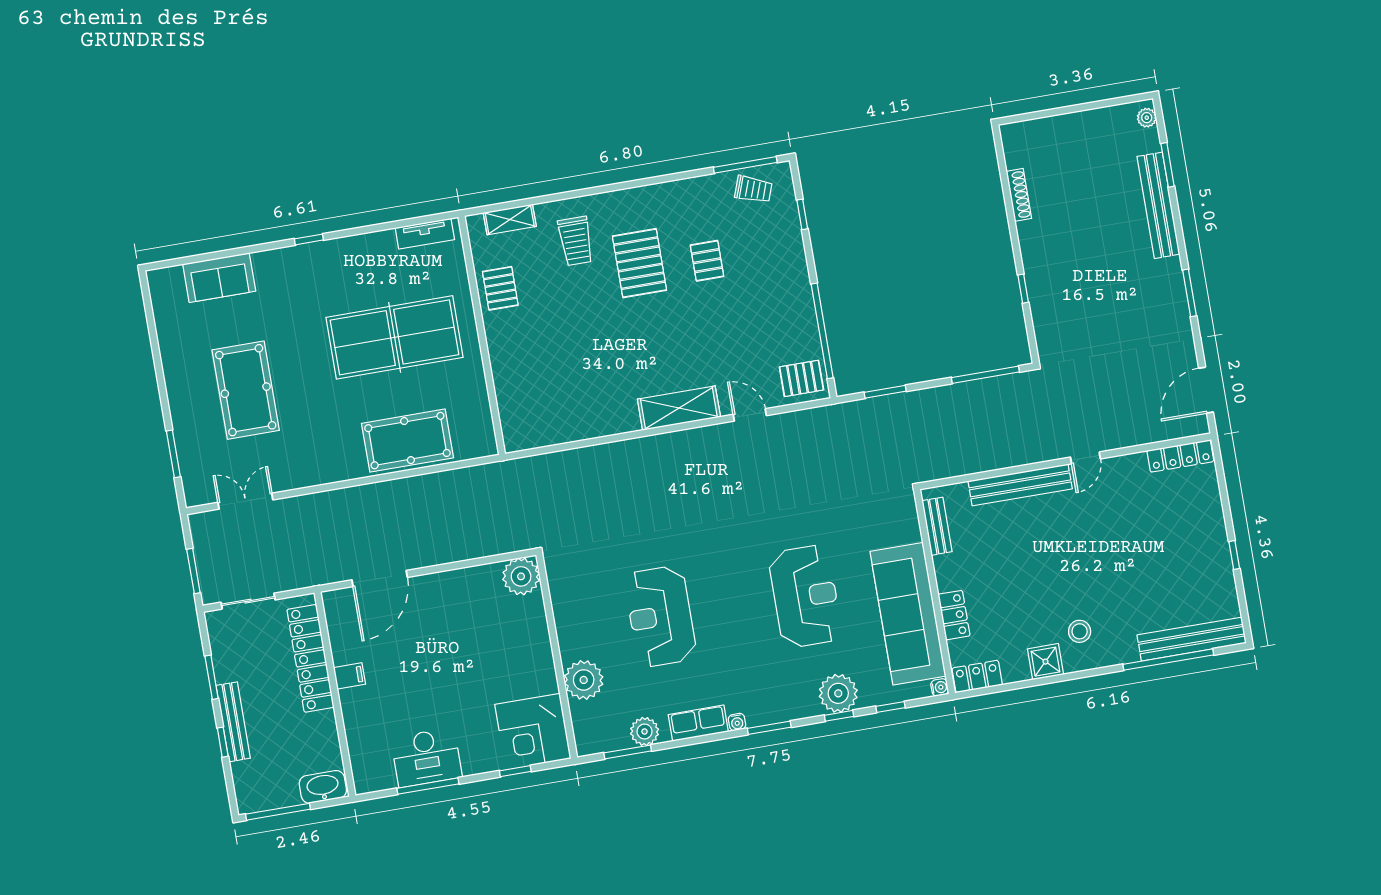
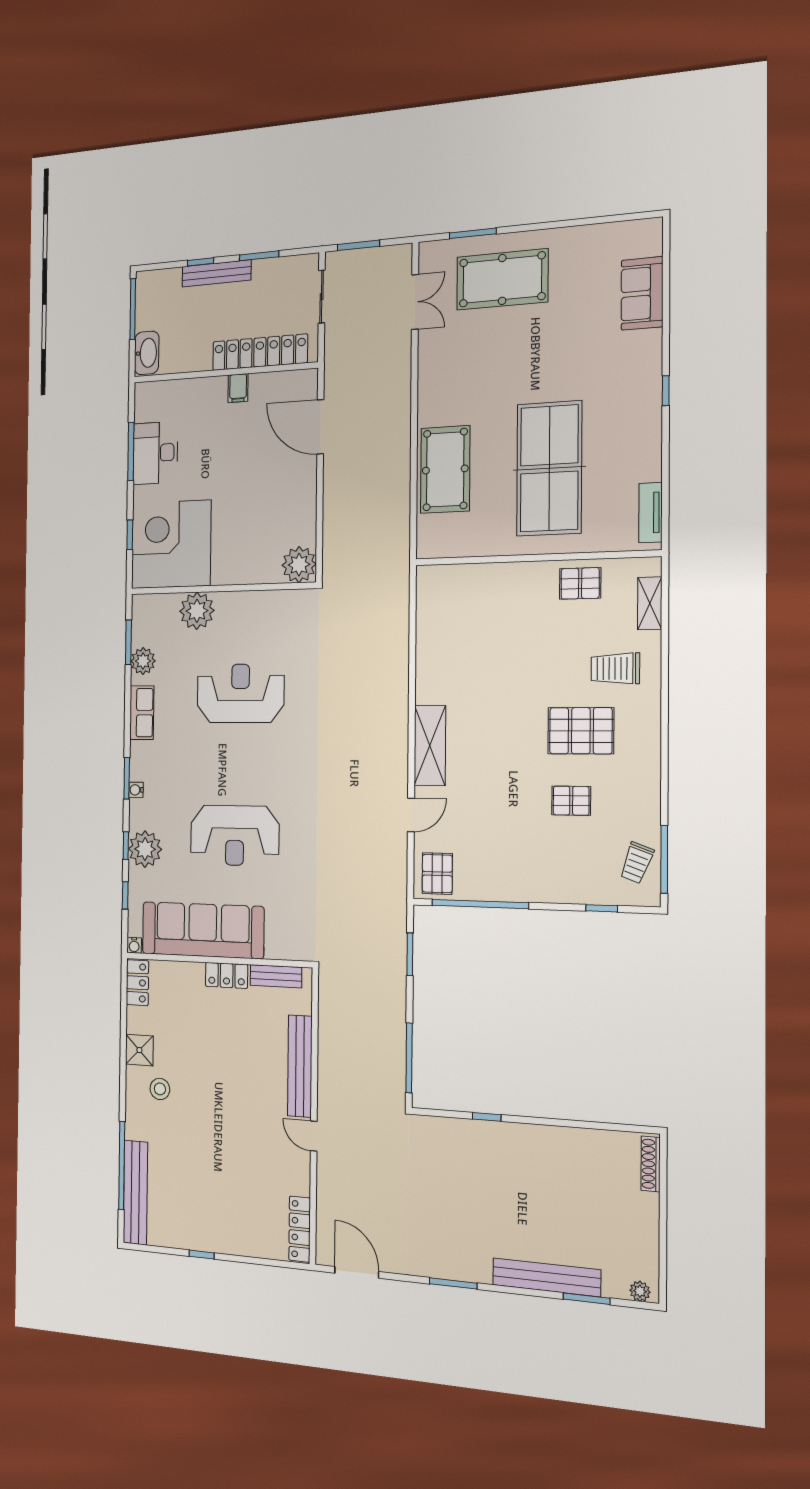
shoe rack: (1019, 195) -> (651, 1164), moved, turned 90
pool table: (246, 390) -> (502, 279), moved
locker: (954, 615) -> (227, 975), moved
water cooler: (737, 722) -> (136, 790), moved
corner desk: (533, 732) -> (171, 544), width x1.36, depth x1.36

